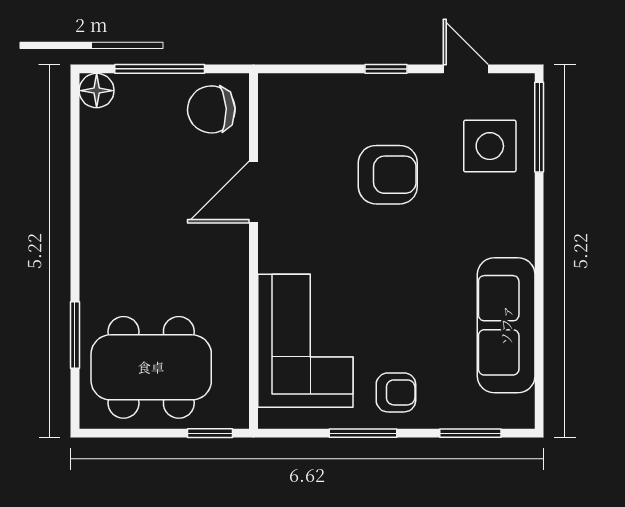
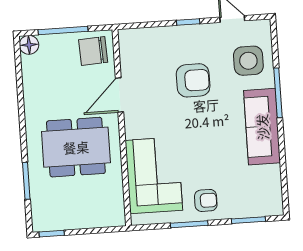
window: (539, 127) -> (278, 93), moved
sofa: (506, 325) -> (262, 127), moved
dining table: (151, 367) -> (76, 147), moved
window: (210, 433) -> (52, 234), moved

